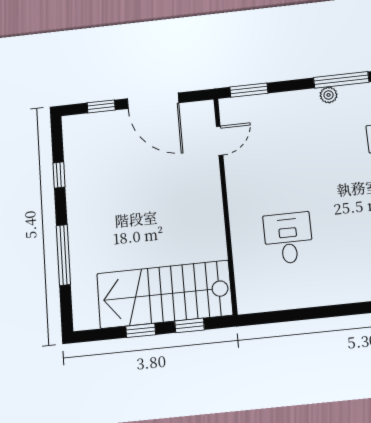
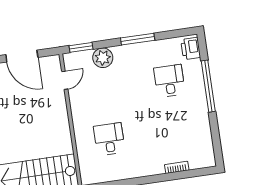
plant: (329, 95) -> (103, 58), moved, width x1.88, depth x1.88

